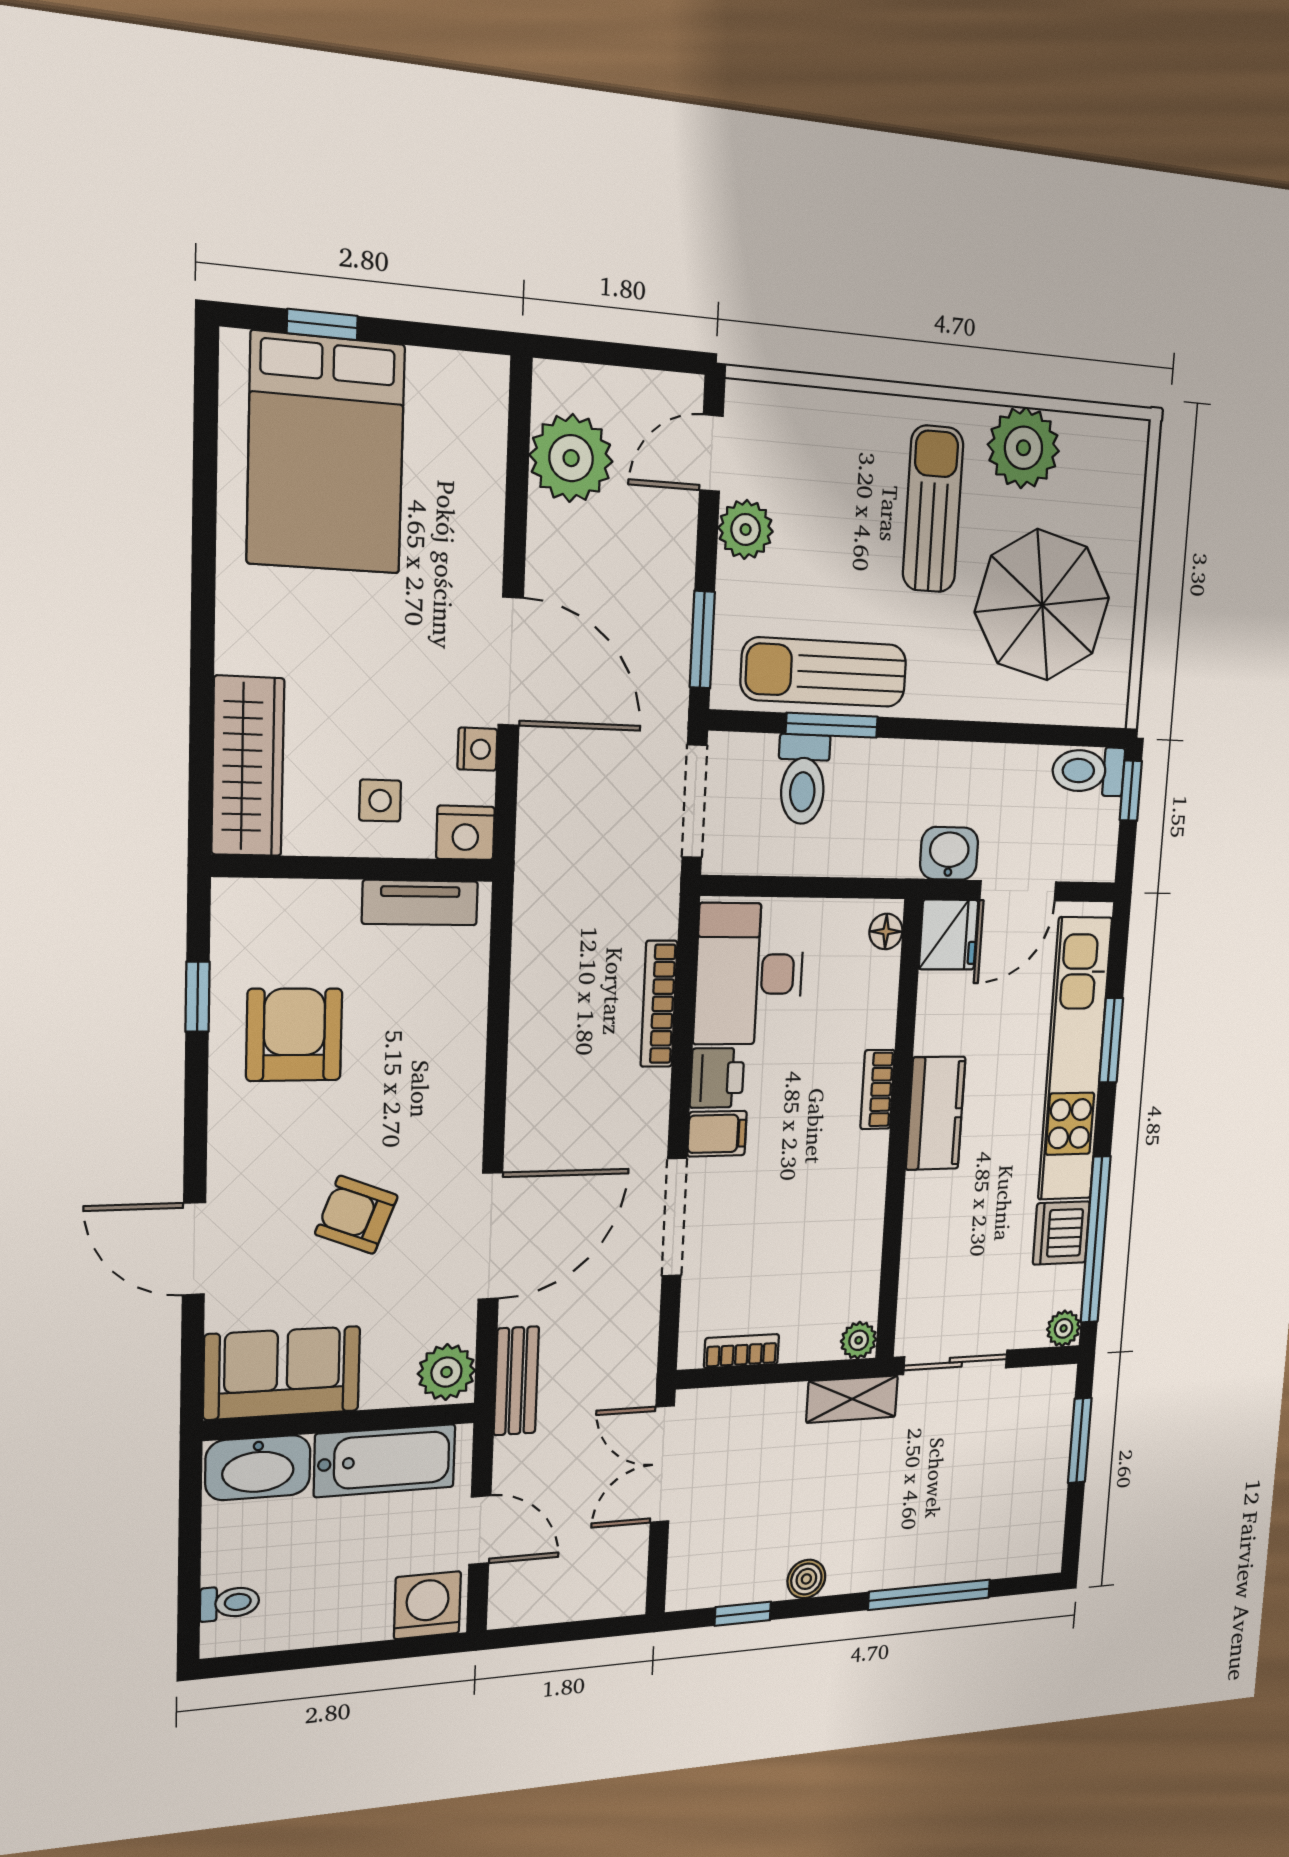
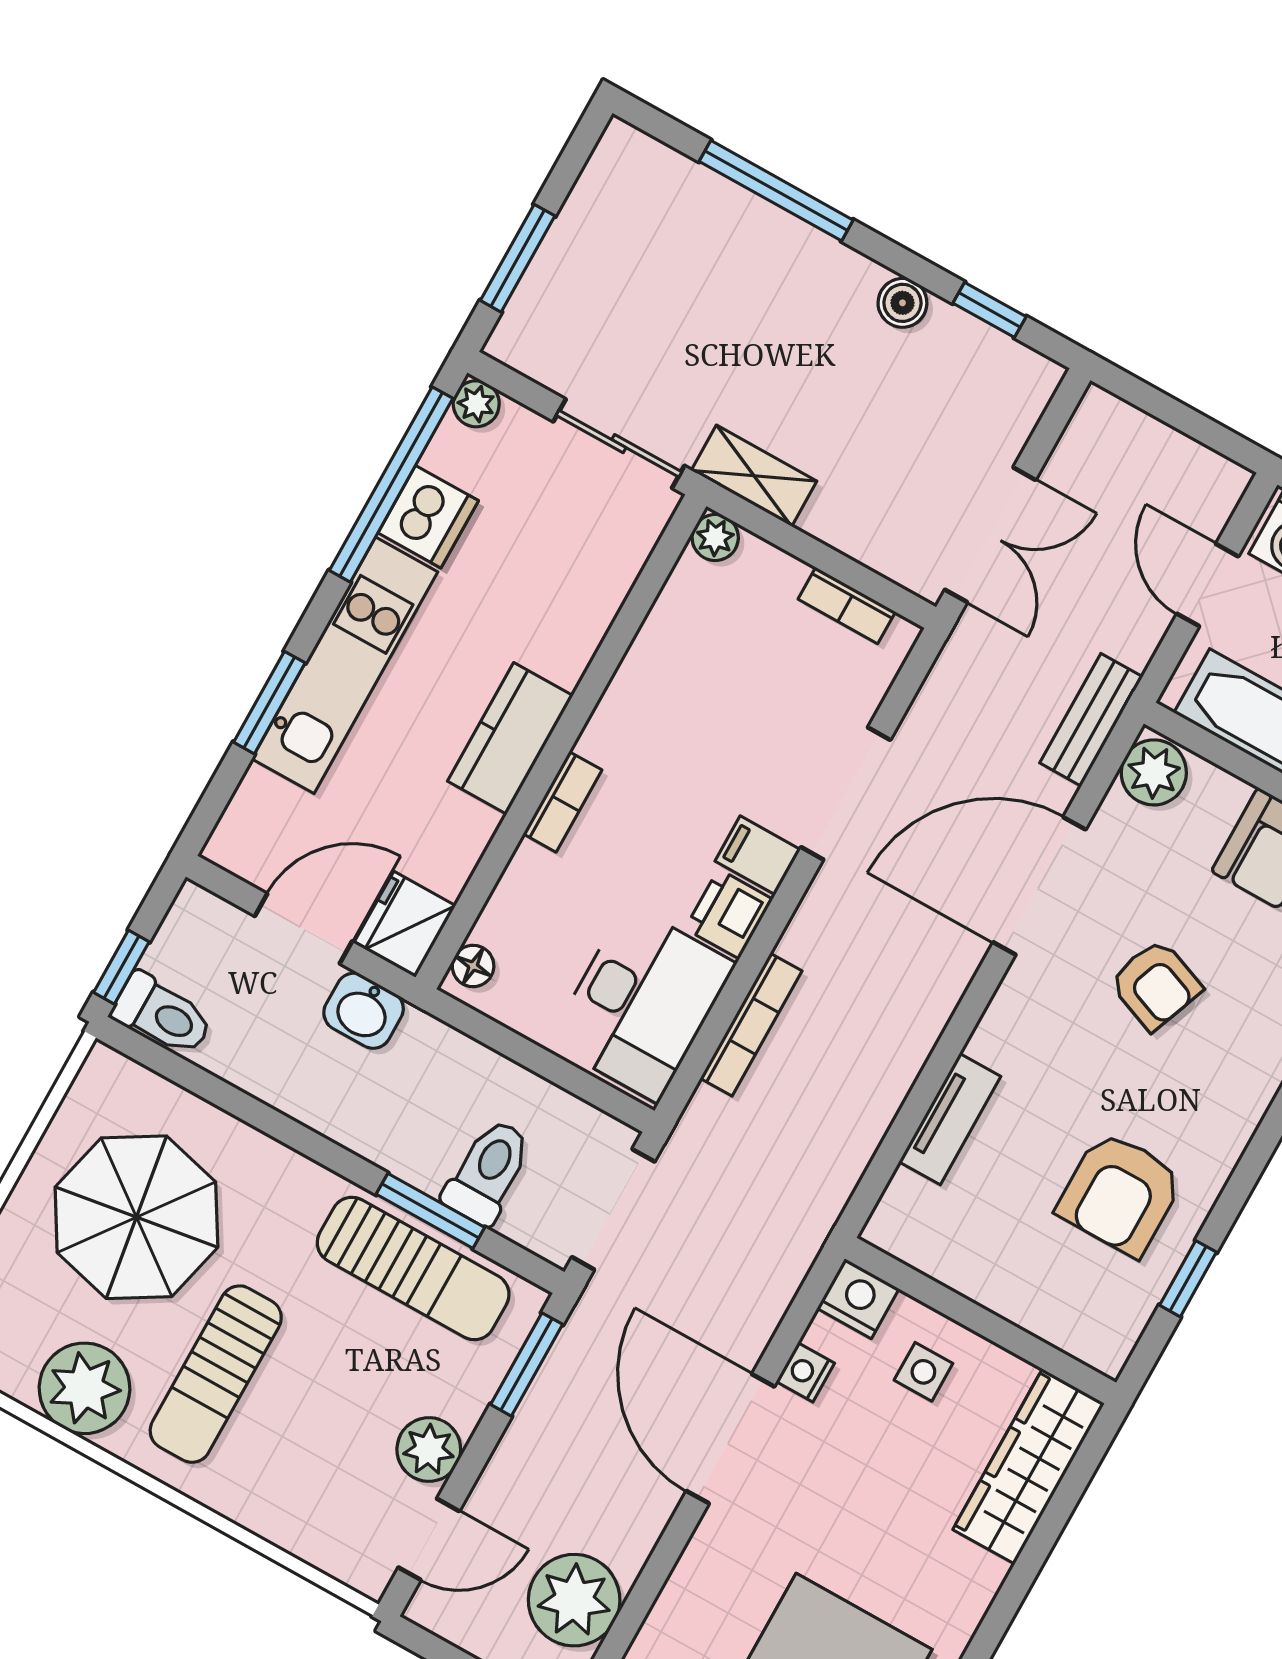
tv unit: (420, 903) -> (950, 1119), moved, turned 90
kitchen unit: (1075, 1059) -> (345, 665), width x0.73

